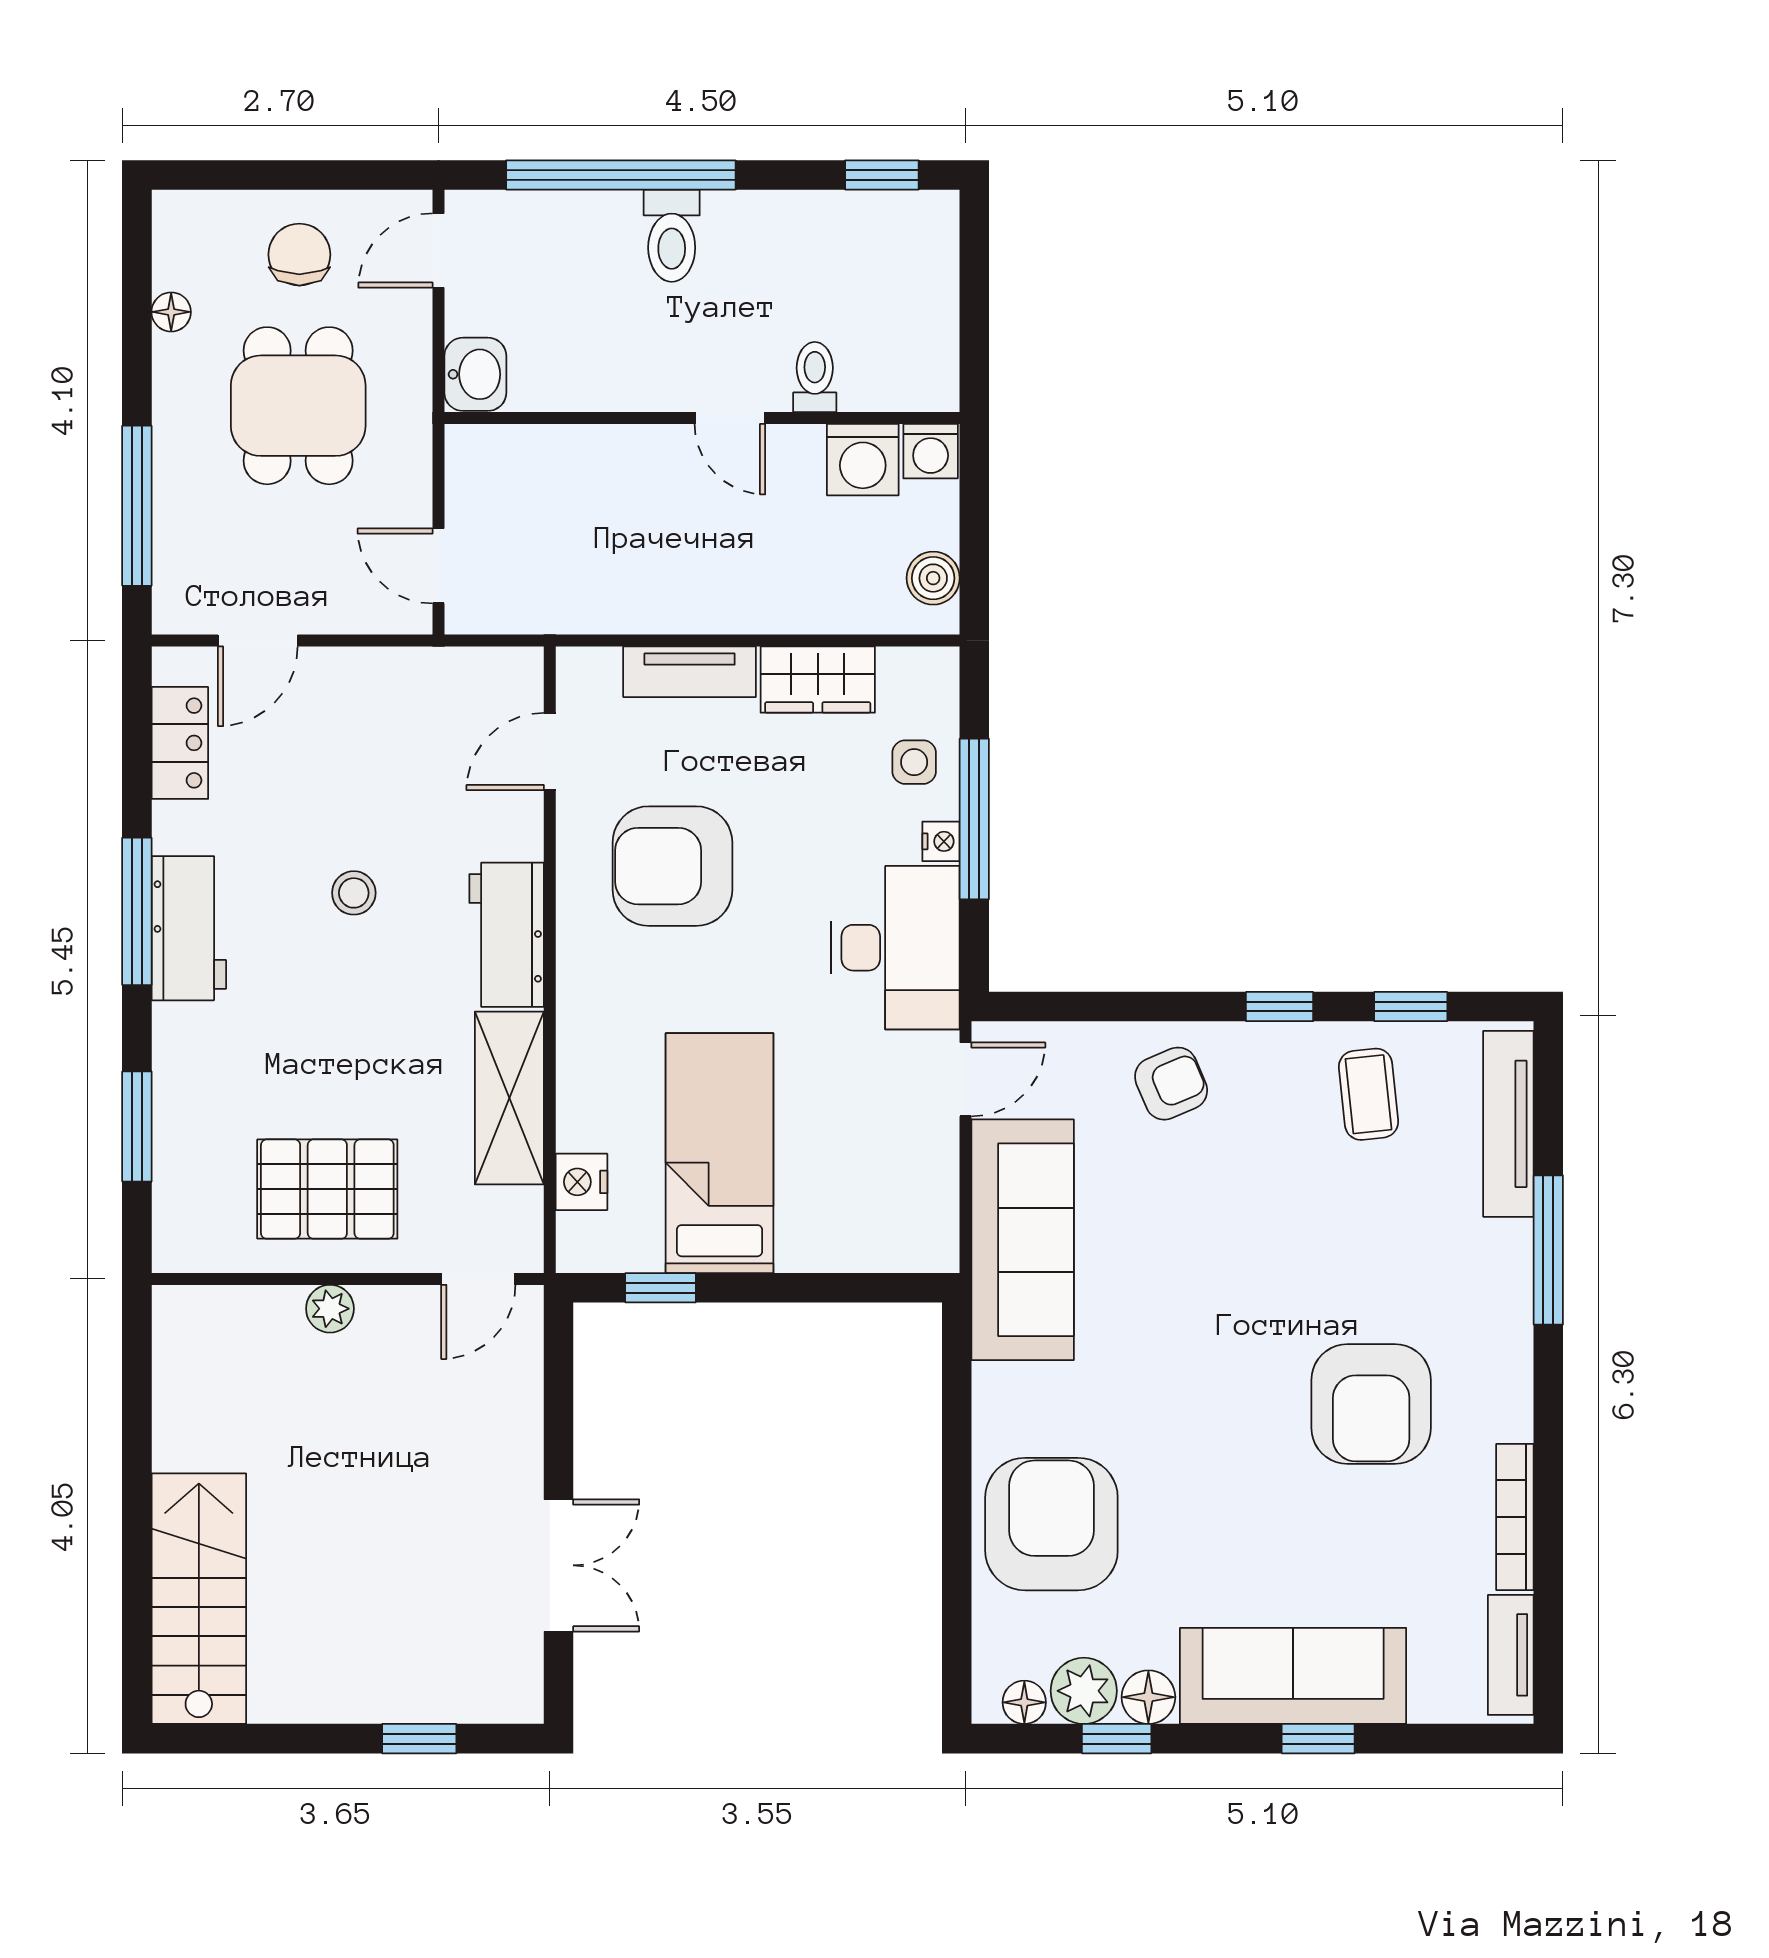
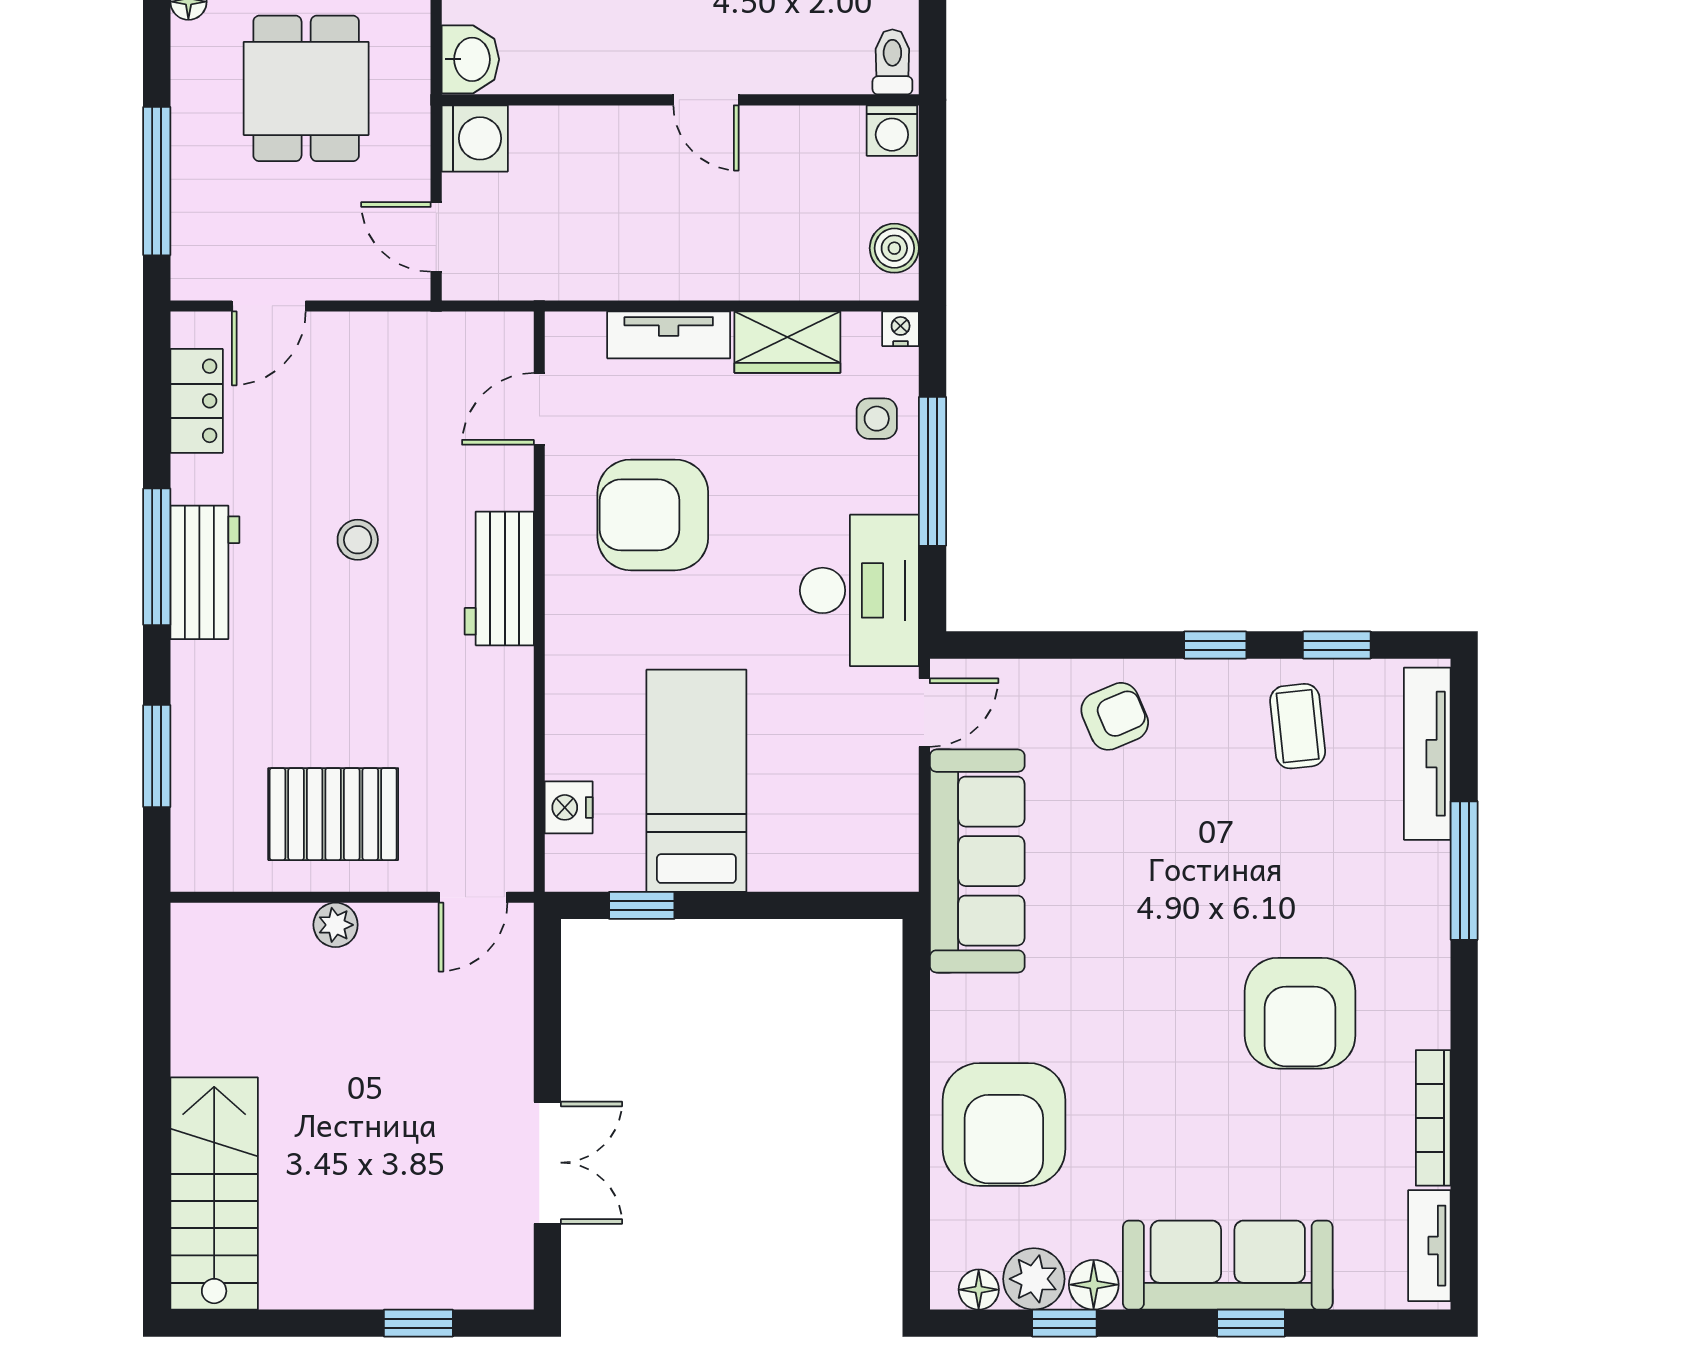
toilet: (815, 377) -> (892, 62), moved
washing machine: (863, 460) -> (475, 138), moved, turned -90
nightstand: (941, 841) -> (901, 329), moved, turned -90
shelving: (509, 1098) -> (502, 730), removed
armchair: (1051, 1524) -> (1004, 1124), turned 180

